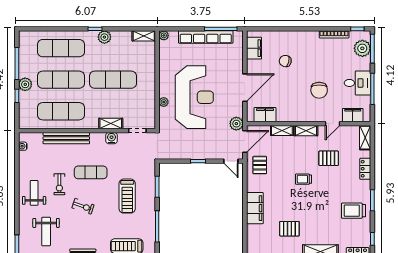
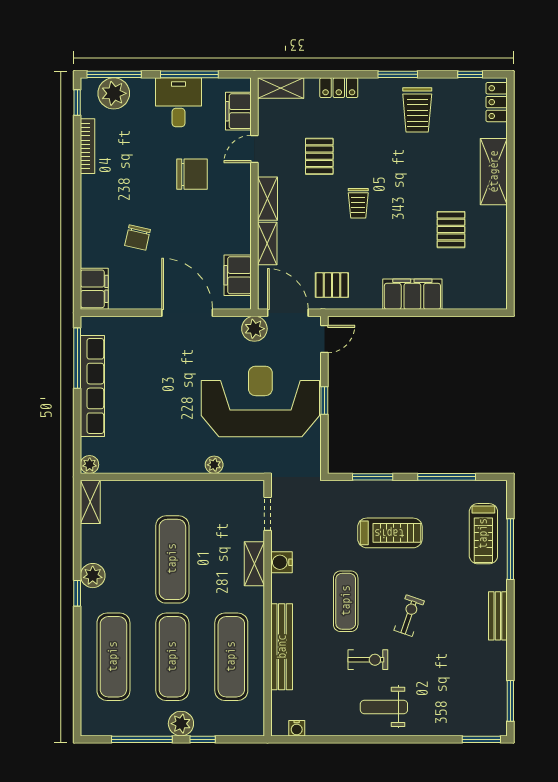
filing cabinet: (254, 48) -> (94, 289), moved, turned 90
reception desk: (194, 97) -> (260, 401), moved
door: (333, 124) -> (254, 149), swing flipped
weight bench: (46, 232) -> (456, 685), removed

